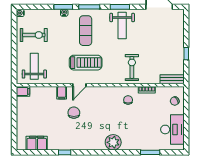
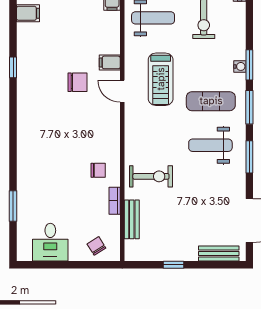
weight bench: (122, 25) -> (210, 145), moved
bench: (179, 26) -> (219, 253), added
treadmill: (86, 63) -> (161, 79), moved
bench: (172, 79) -> (132, 219), moved
desk: (172, 129) -> (50, 242), width x0.73
plant: (113, 142) -> (29, 146), removed
filing cabinet: (37, 143) -> (28, 13), width x0.50

